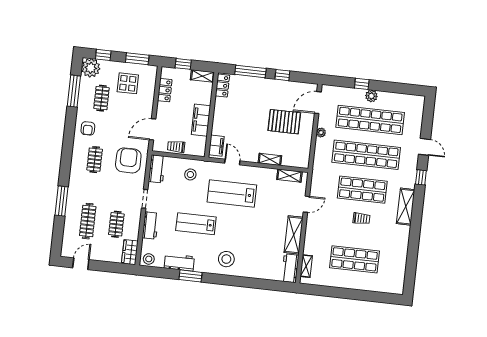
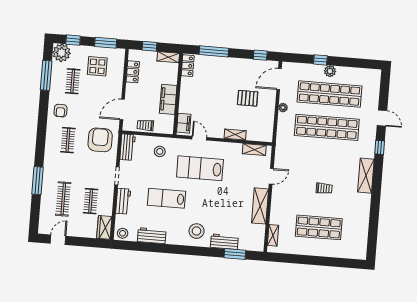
window: (282, 75) -> (260, 55), moved
pallet: (284, 122) -> (248, 98), width x0.67, depth x0.71
shop shelf: (362, 190) -> (324, 161), removed
workbench: (290, 268) -> (224, 242), moved, turned 90
window: (190, 276) -> (235, 254), moved

